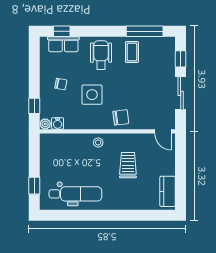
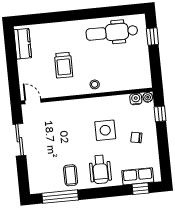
window: (181, 59) -> (23, 173), removed
chair: (121, 117) -> (75, 111), removed

